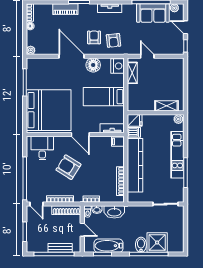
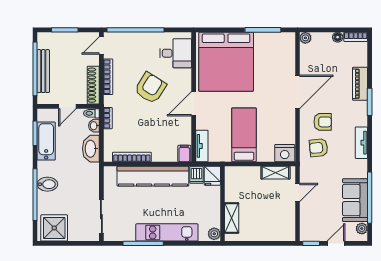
floor lamp: (93, 65) -> (286, 121), removed
shower: (157, 242) -> (54, 228), moved
bench: (60, 248) -> (43, 71), width x1.36

